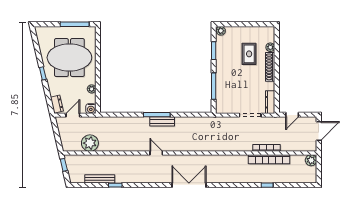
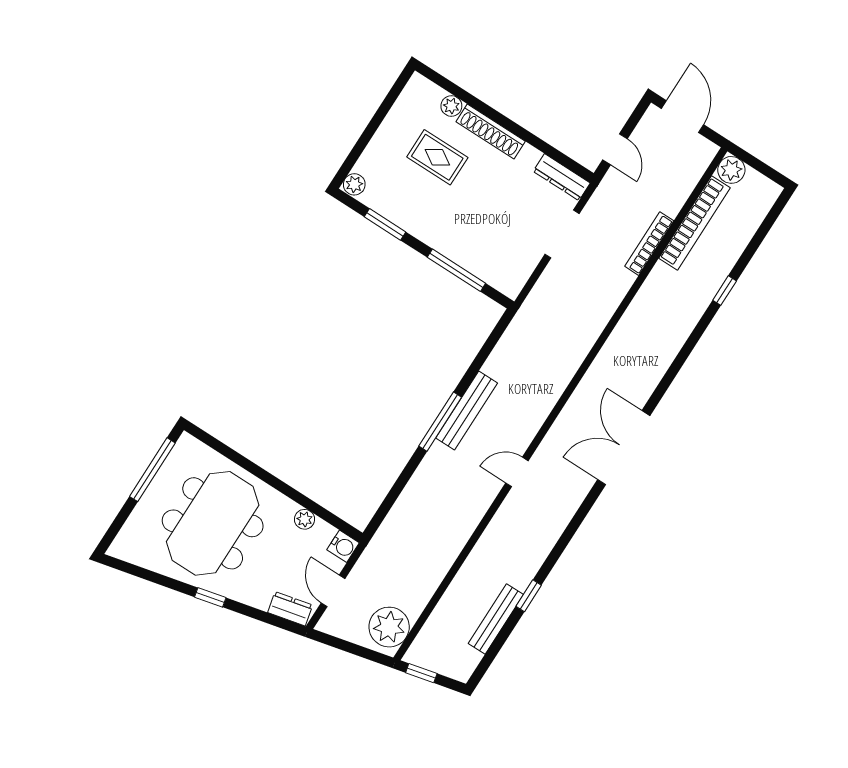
bench: (162, 121) -> (467, 410), width x1.36
plant: (90, 143) -> (389, 627), moved
bookcase: (269, 159) -> (694, 223), moved

